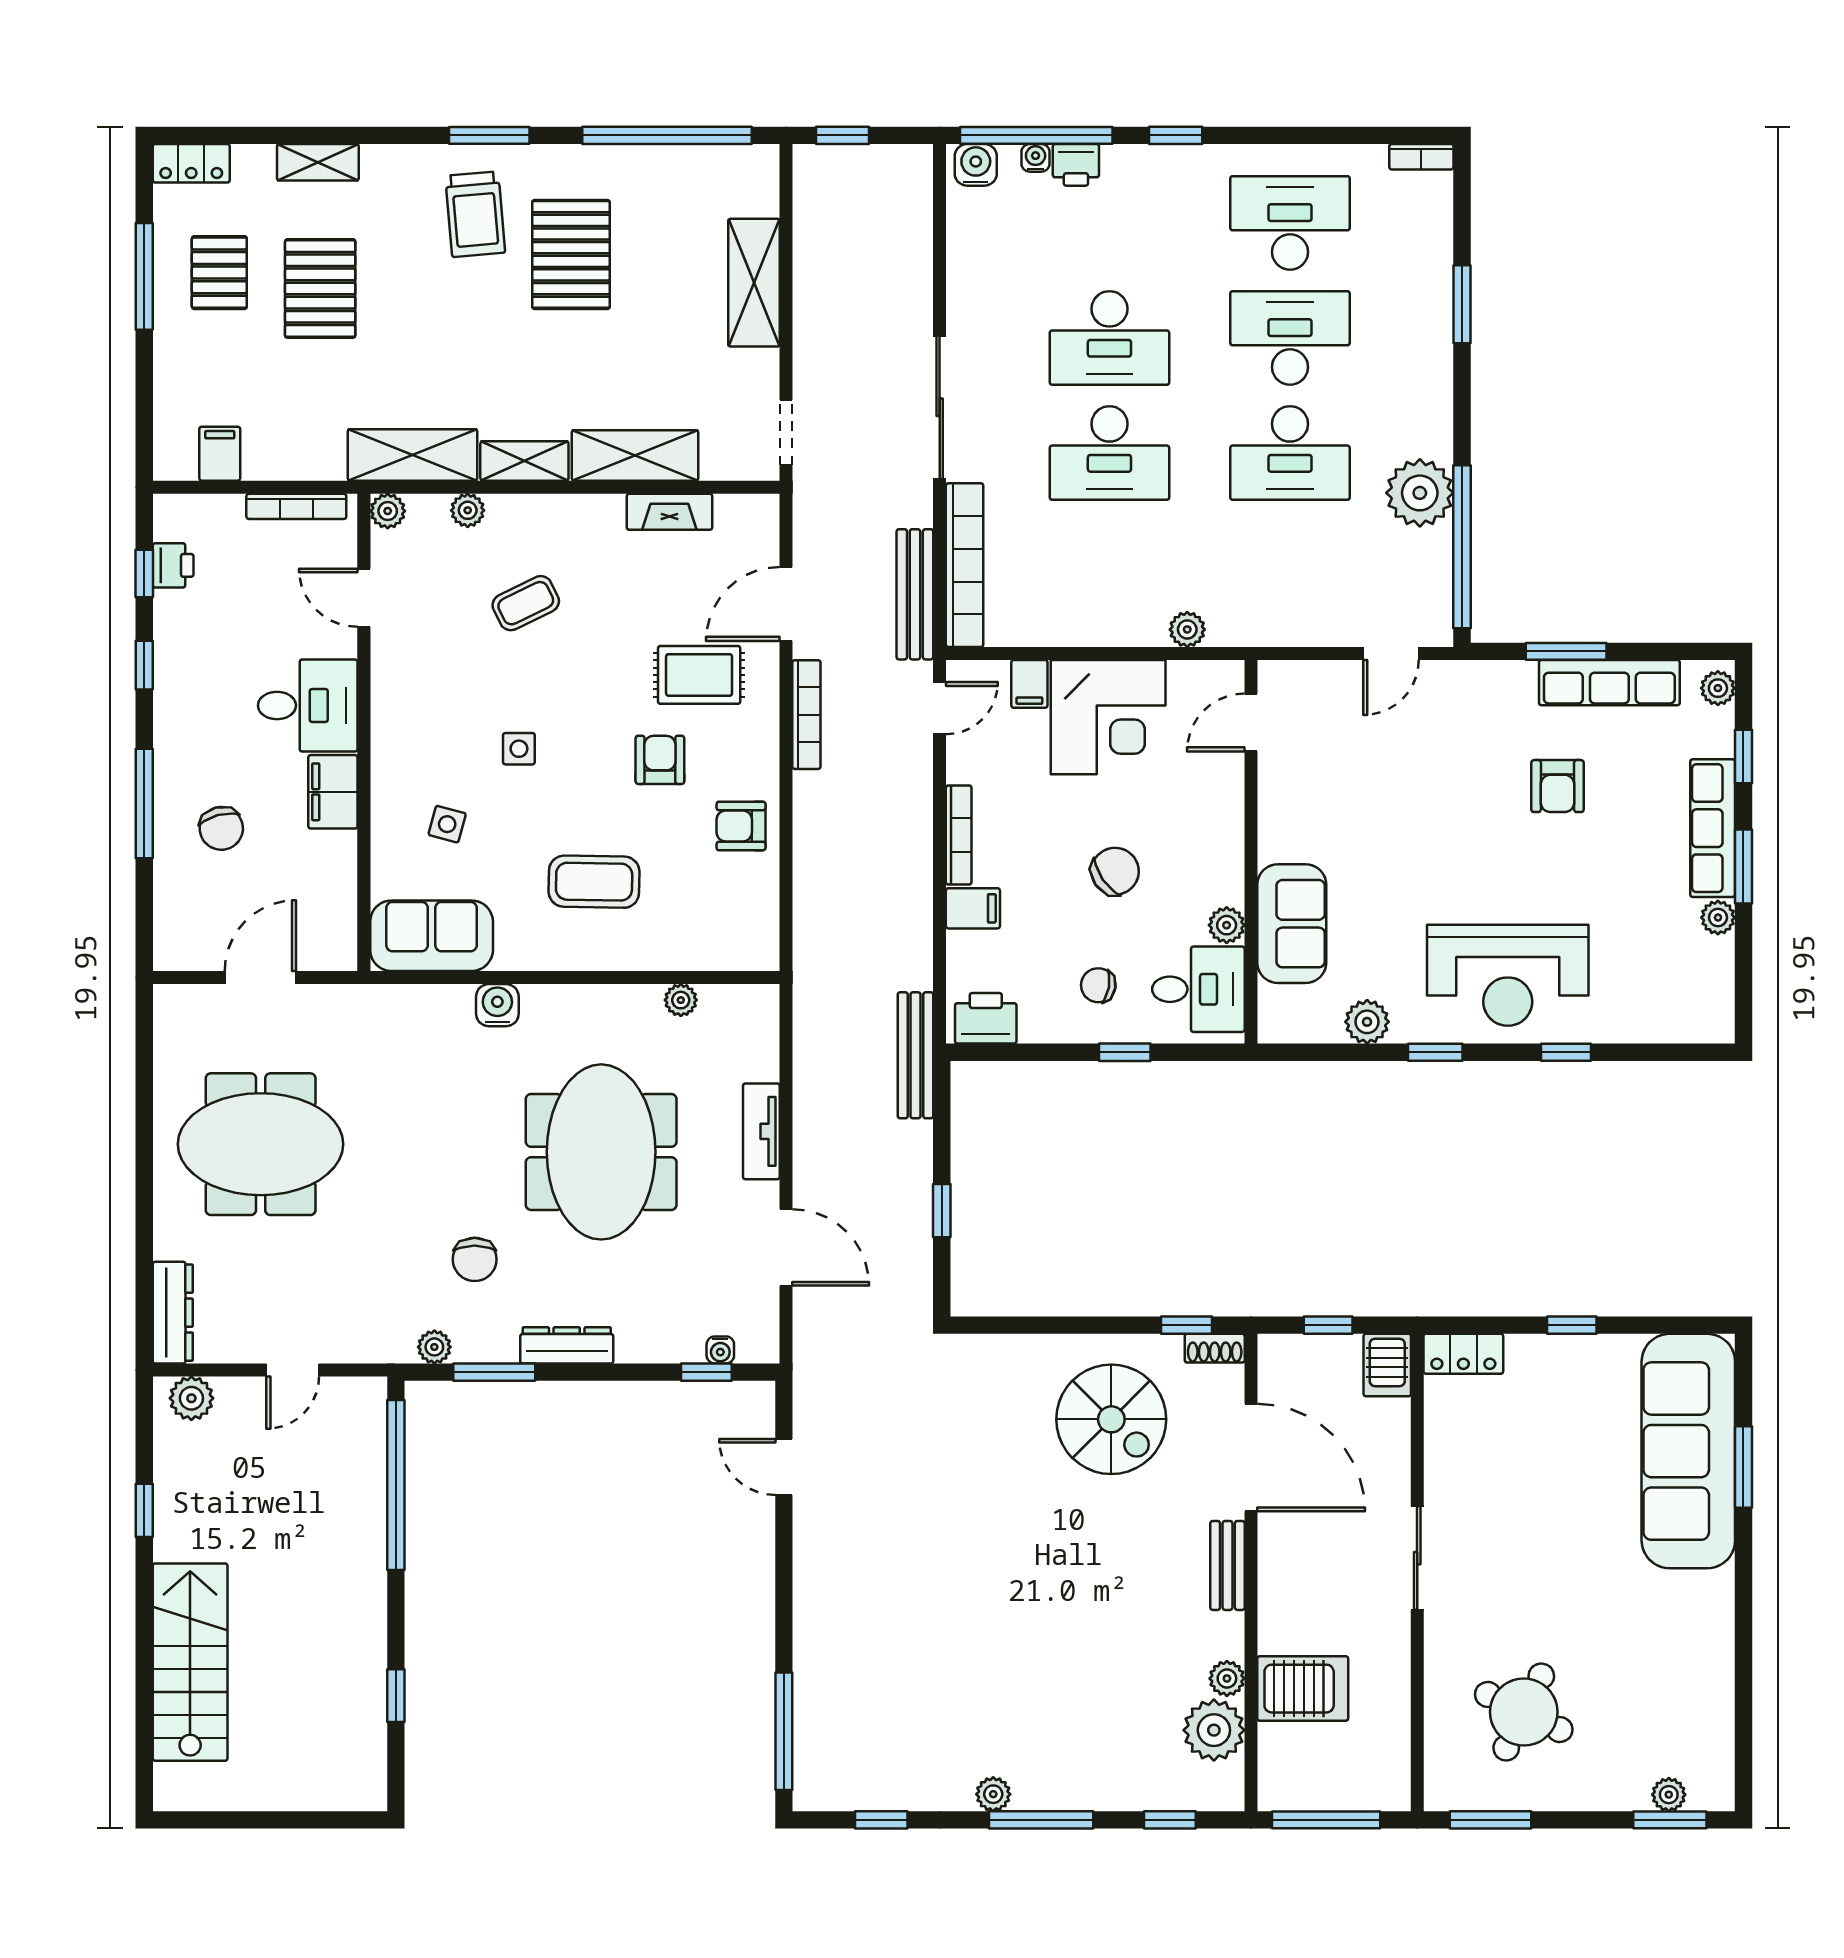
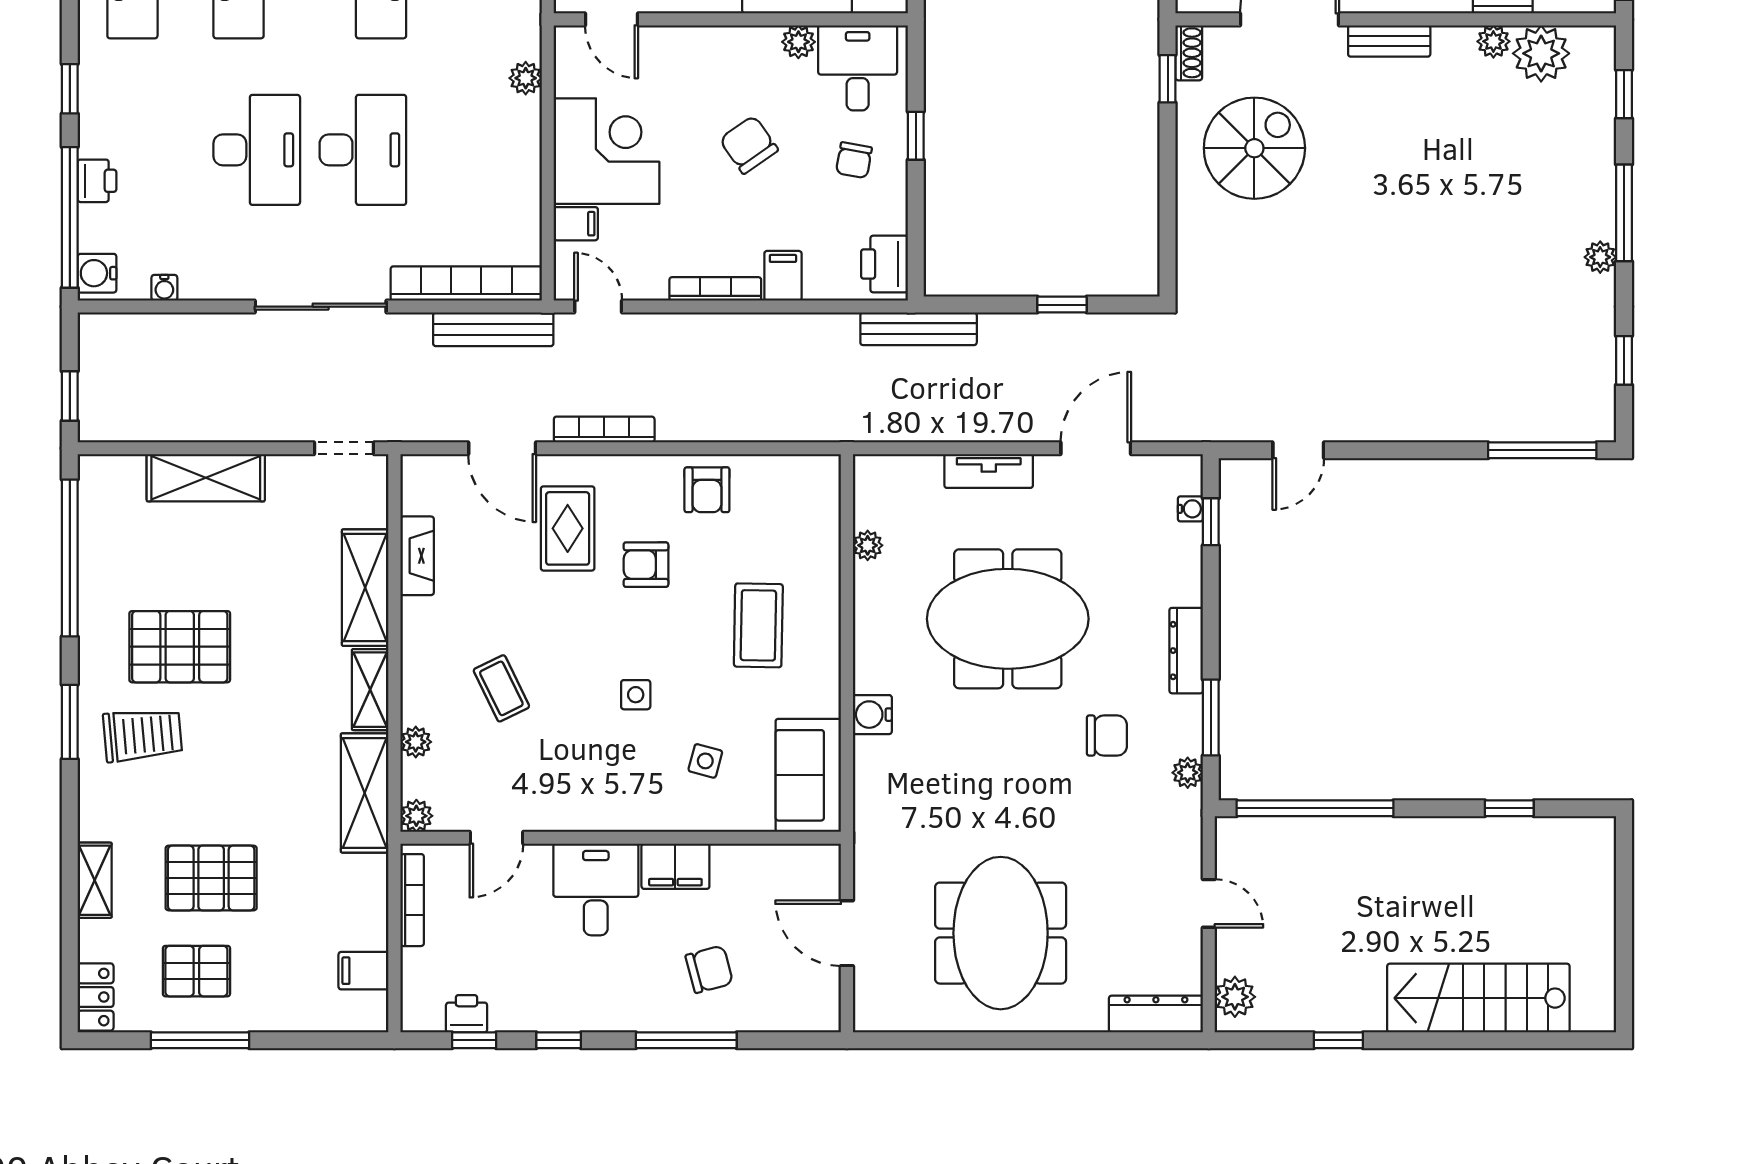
water cooler: (1036, 158) -> (164, 288), moved, turned -90

